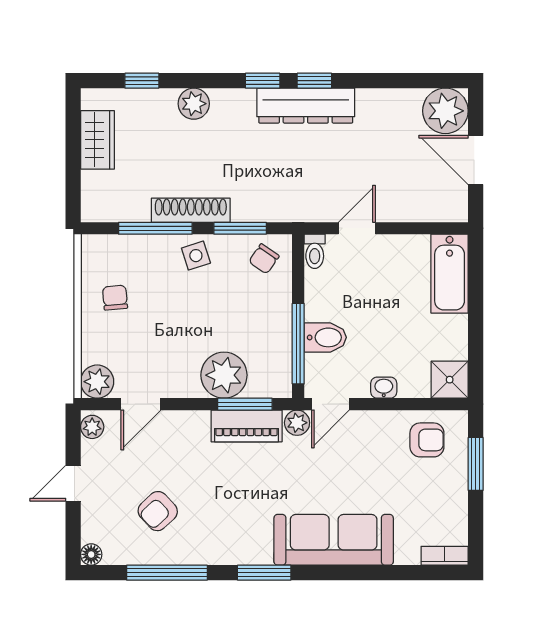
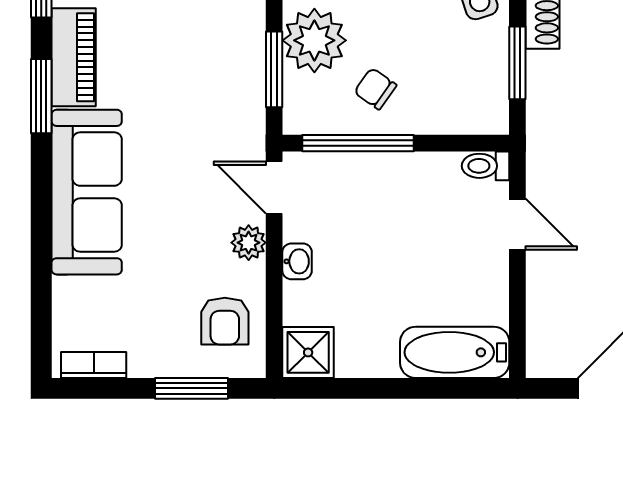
chair: (264, 259) -> (375, 89), moved
bidet: (325, 337) -> (366, 181), removed
plant: (297, 423) -> (249, 243), moved
piano: (247, 426) -> (74, 57), moved, turned 180
bookcase: (445, 556) -> (94, 365), moved, turned -90

